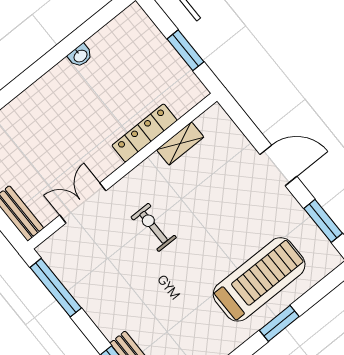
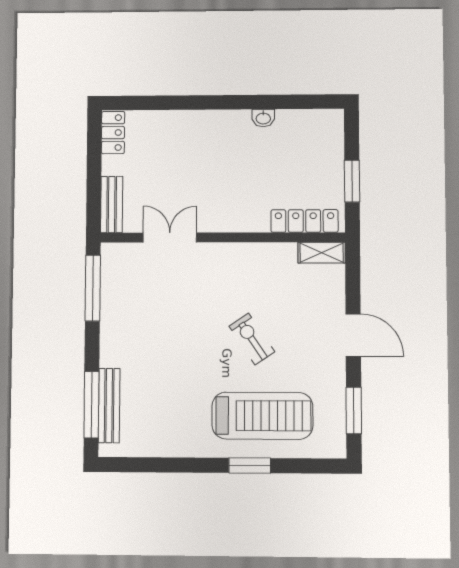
locker: (145, 133) -> (304, 221), moved
shelving: (180, 143) -> (322, 253), moved
exercise bike: (154, 227) -> (252, 339), moved, turned -34

